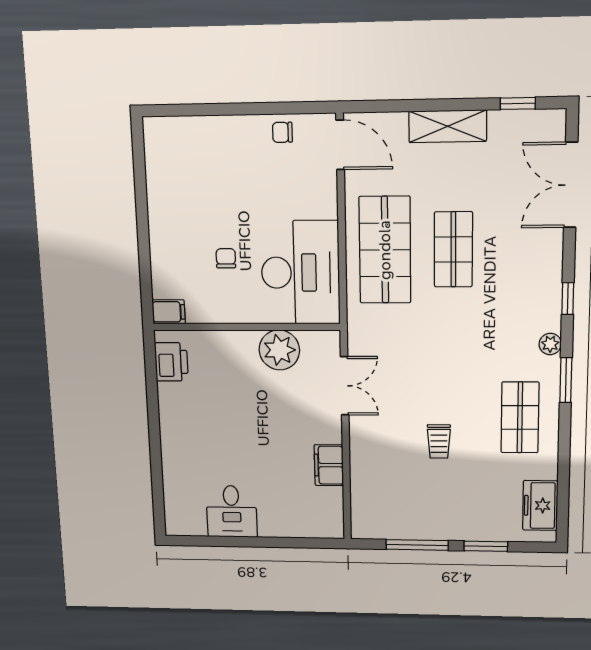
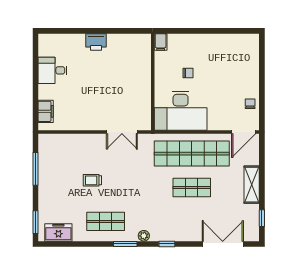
shop shelf: (385, 250) -> (192, 154), width x1.40
plant: (279, 350) -> (141, 99), removed
printer: (171, 362) -> (96, 42), moved
filing cabinet: (329, 465) -> (46, 111), moved, turned 90
window: (486, 546) -> (35, 222), moved

